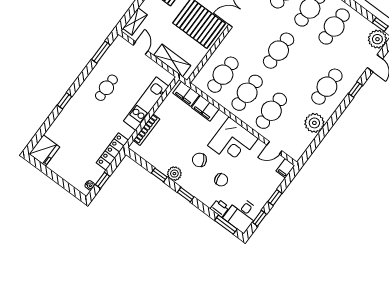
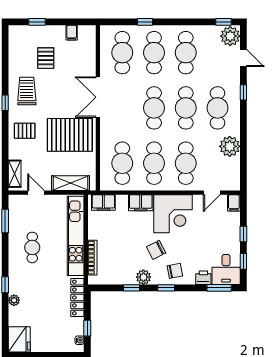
cafe table: (303, 69) -> (186, 108), added
kitchen unit: (146, 104) -> (76, 236), width x1.36
filing cabinet: (205, 108) -> (141, 203), moved
plant: (63, 118) -> (14, 300), added
chair: (221, 180) -> (175, 271), moved

